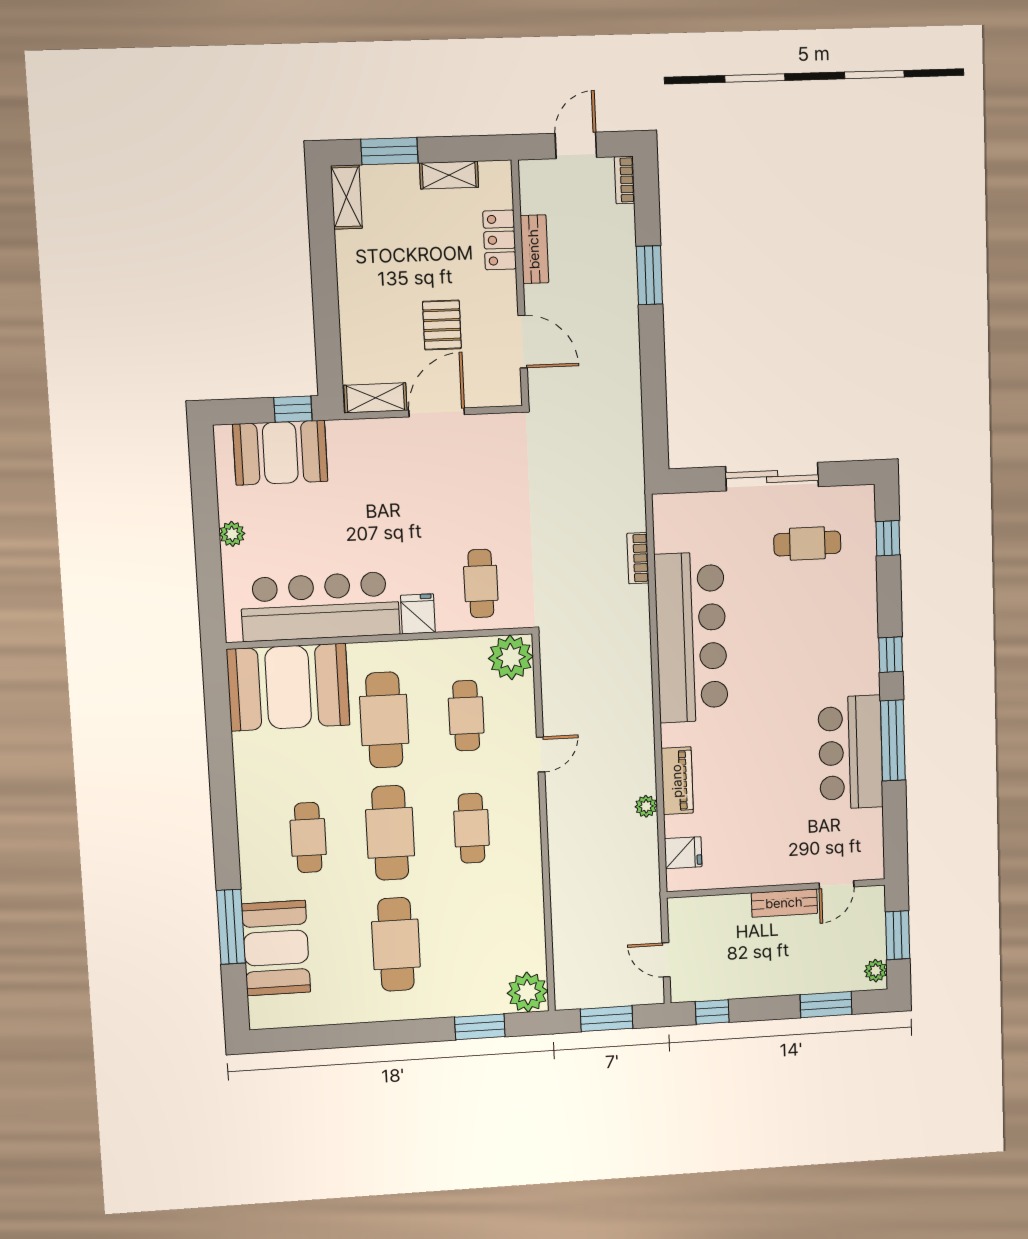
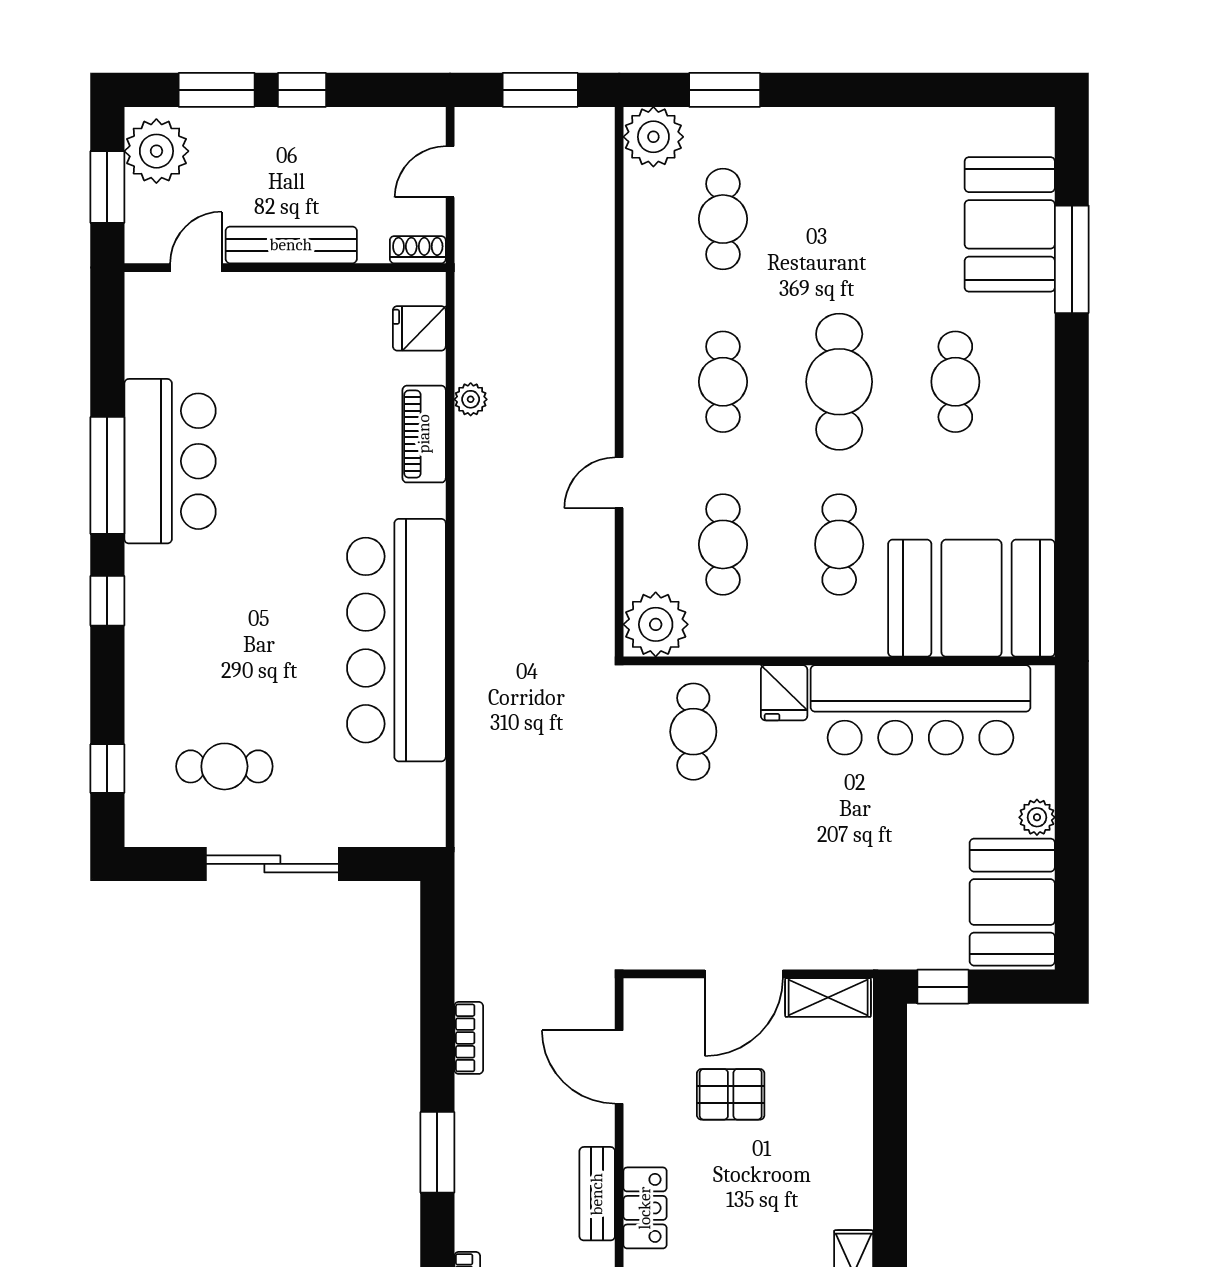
pallet: (442, 325) -> (731, 1094), turned 90
booth: (280, 453) -> (1012, 902), moved, turned 90
bookcase: (638, 558) -> (469, 1038), moved
cafe table: (384, 720) -> (839, 544), width x0.73, depth x0.74
bench: (784, 903) -> (291, 245), width x1.36
shoe rack: (686, 906) -> (418, 250), added
cafe table: (396, 944) -> (723, 219), moved, width x0.73, depth x0.74
door: (666, 960) -> (450, 172), swing flipped
plant: (876, 971) -> (156, 151), width x1.87, depth x1.87
window: (712, 1012) -> (302, 90), moved

